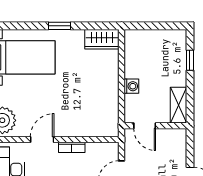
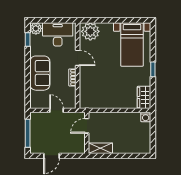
window: (190, 60) -> (130, 156), removed
washing machine: (131, 86) -> (146, 117), moved

